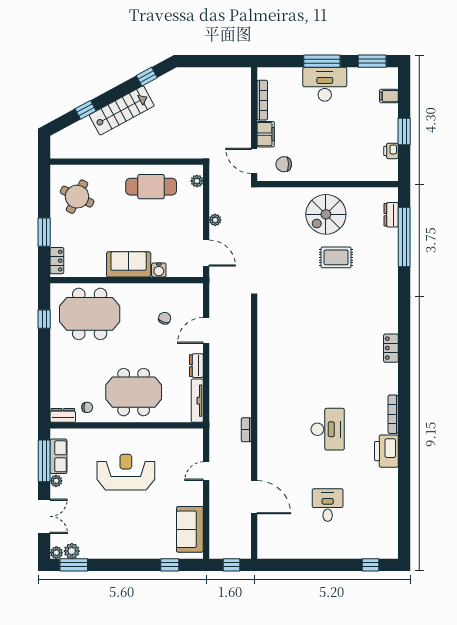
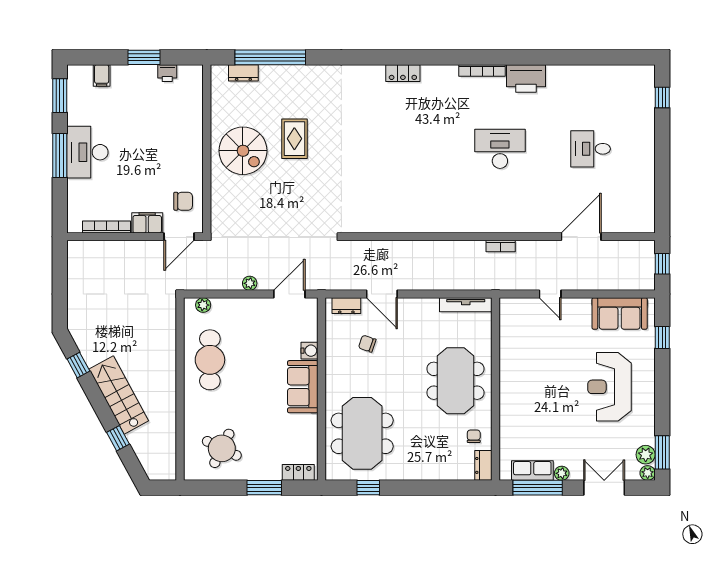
chair: (284, 164) -> (183, 201), turned -90
dresser: (196, 366) -> (346, 306), moved
reception desk: (126, 472) -> (609, 387), moved

